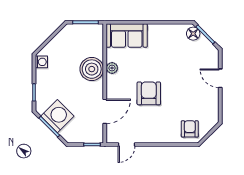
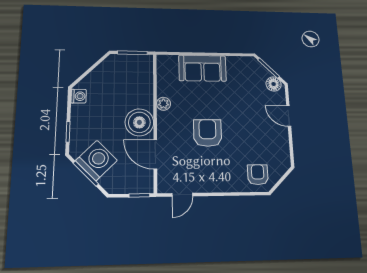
floor lamp: (193, 34) -> (274, 84), moved
sofa: (127, 35) -> (202, 68), moved
boiler: (92, 69) -> (139, 122), moved
door: (105, 111) -> (155, 154), swing flipped

